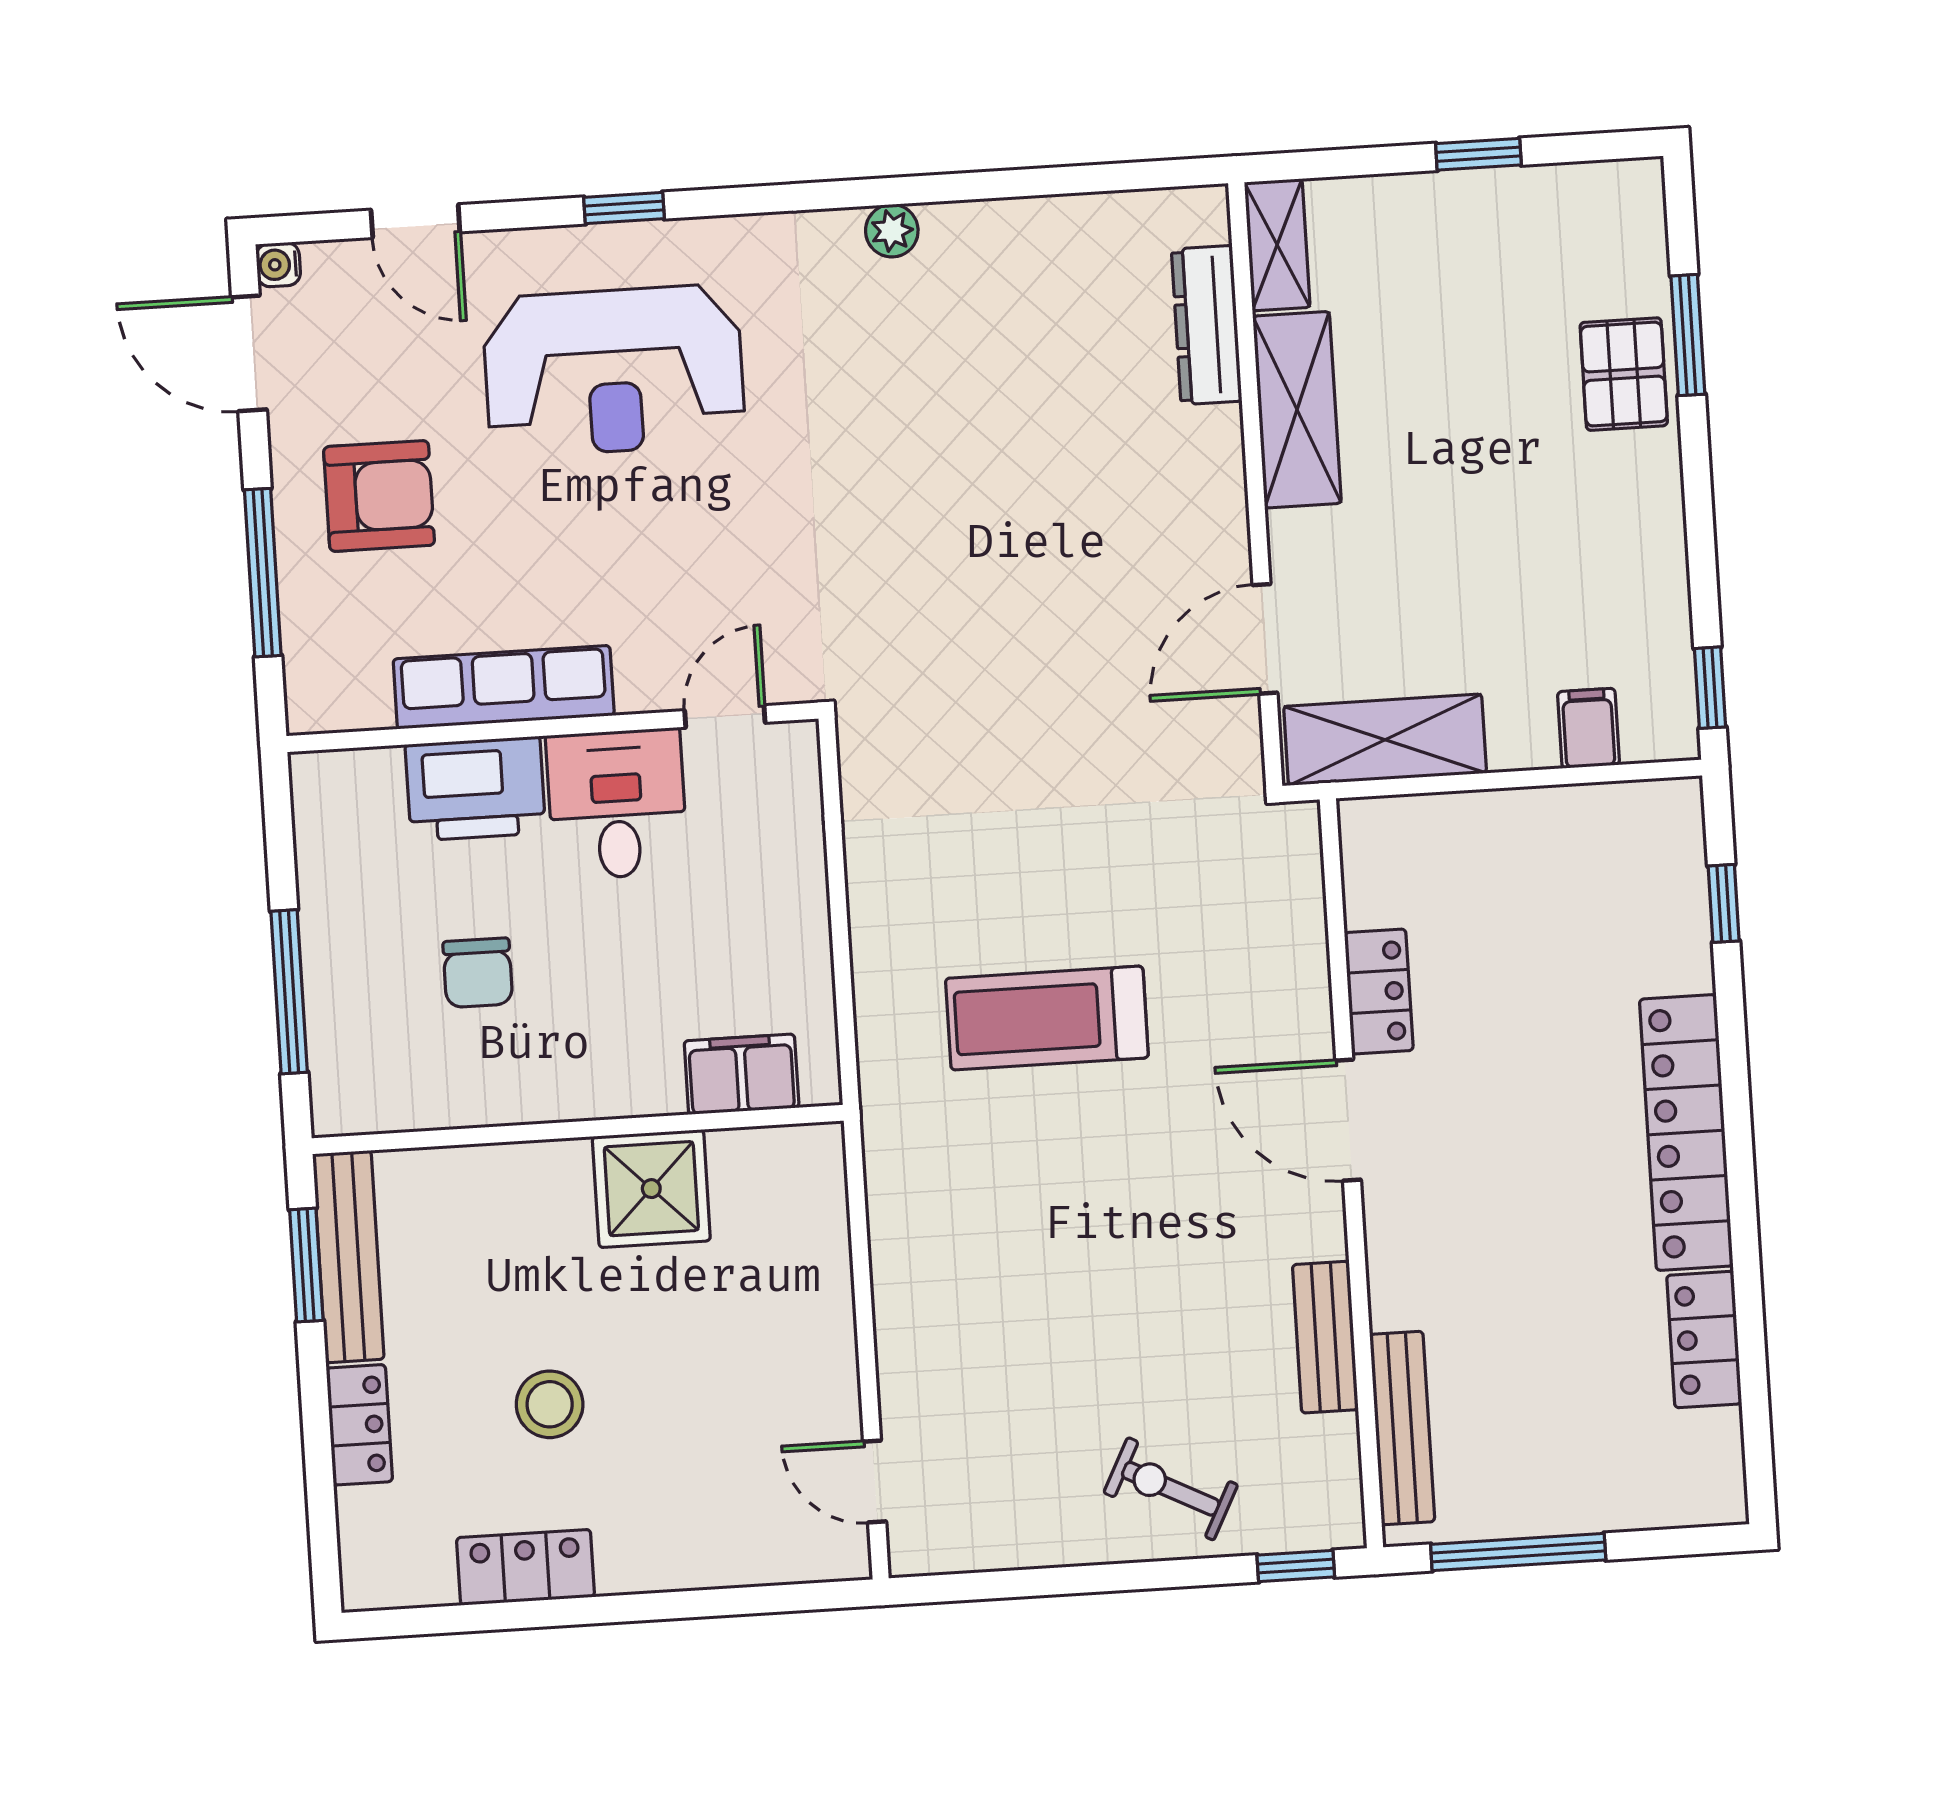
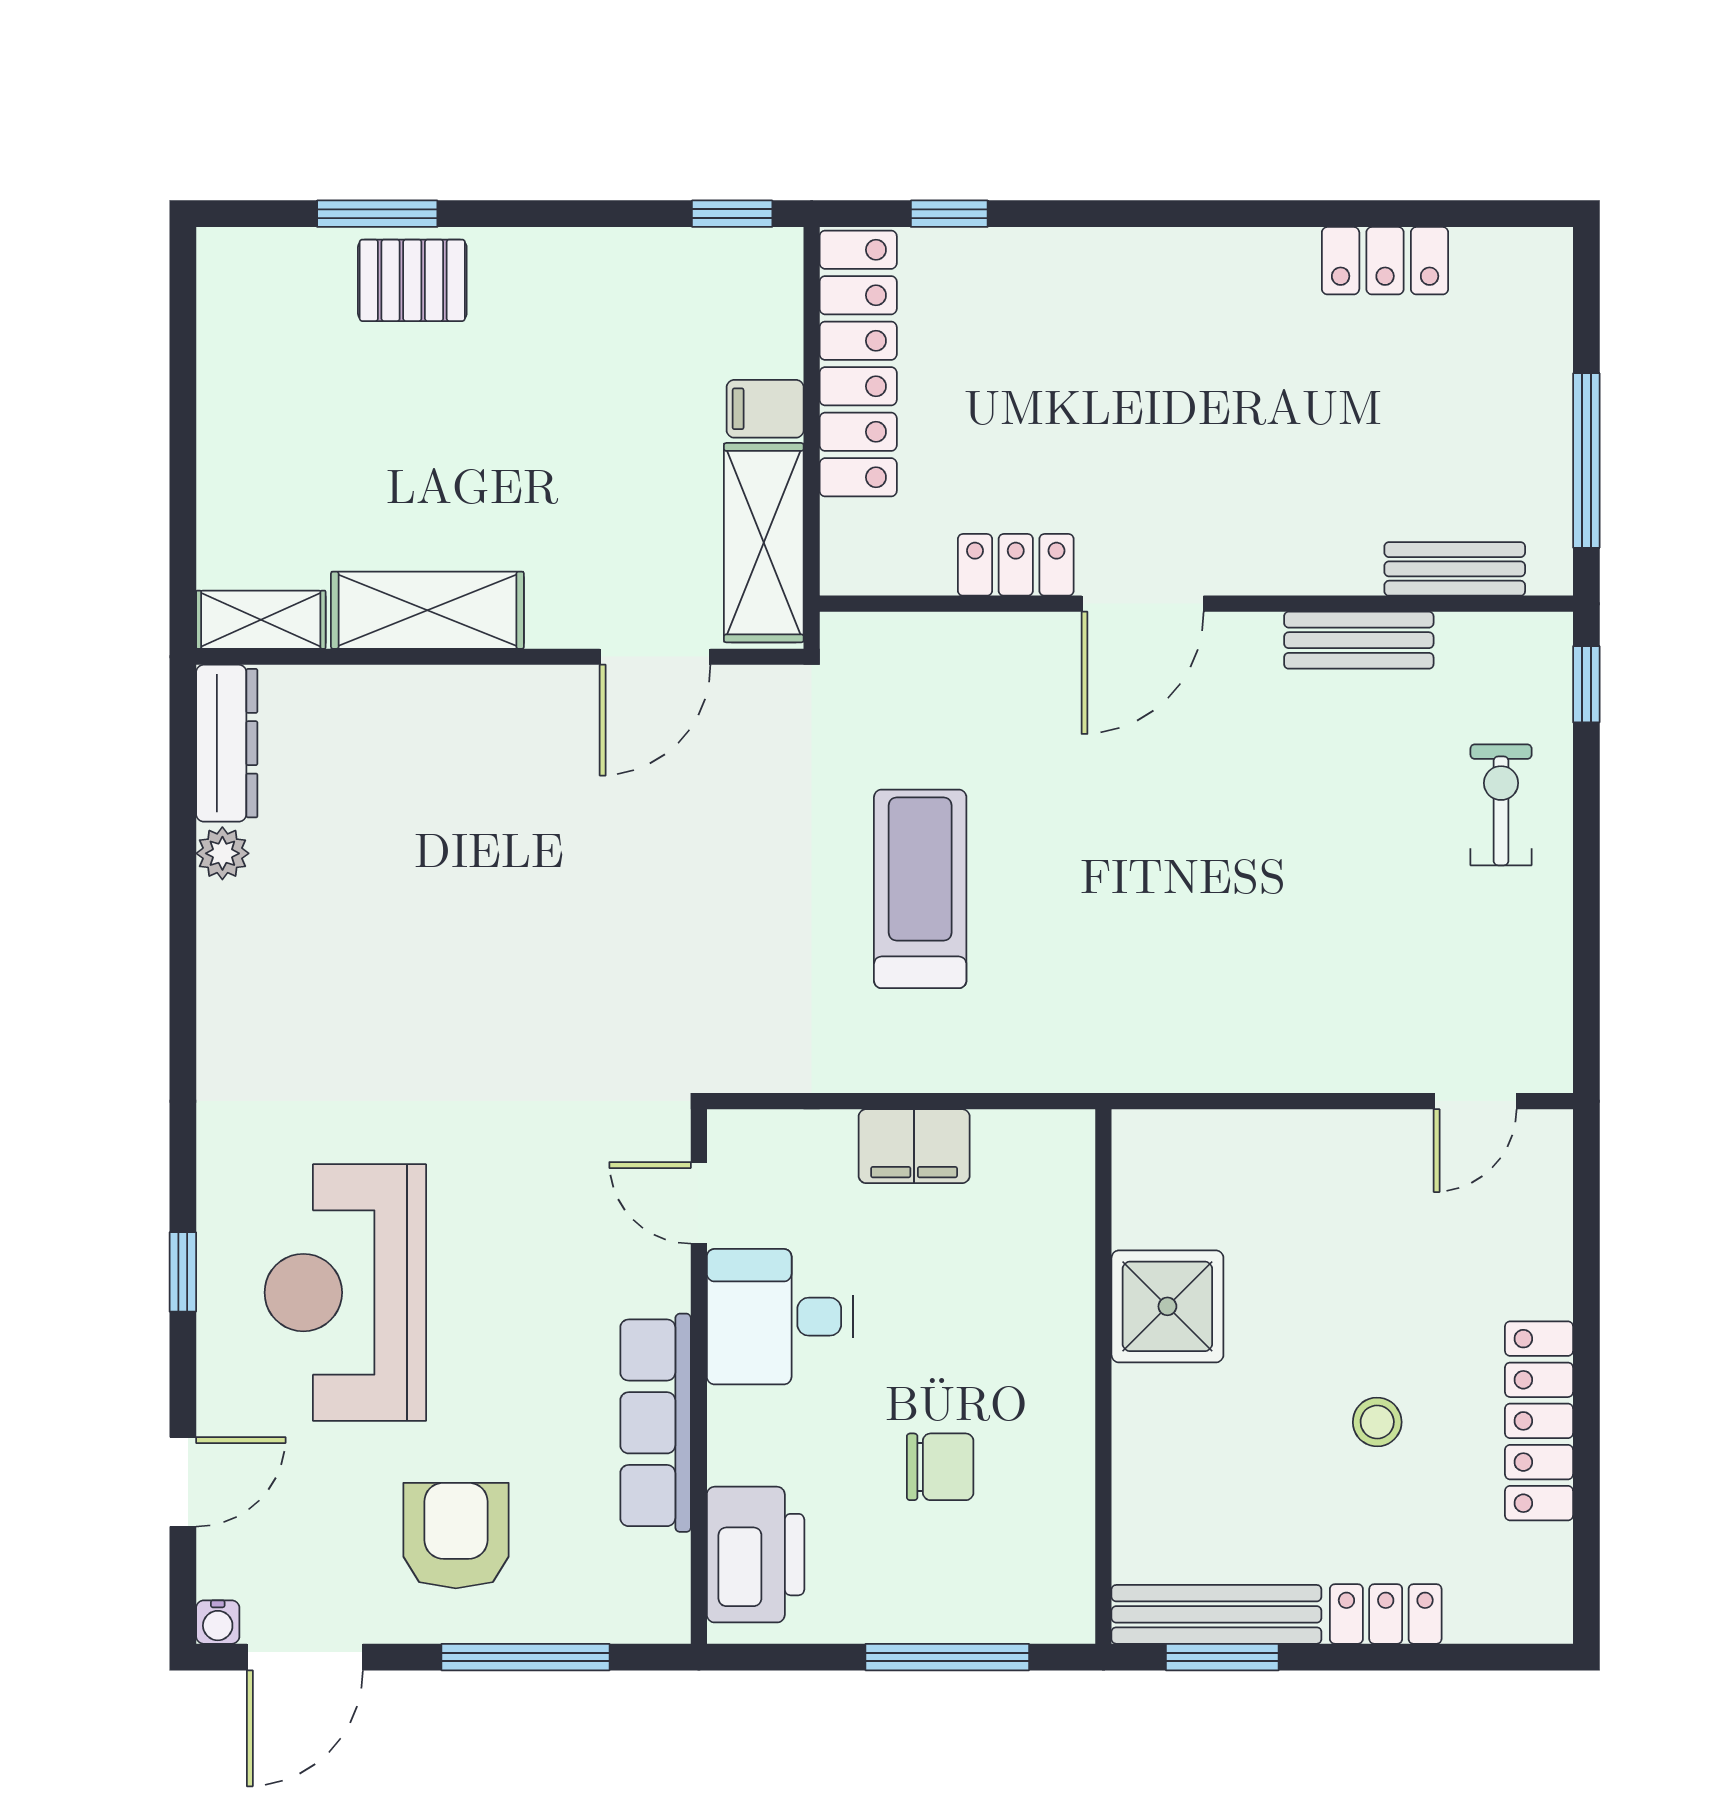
window: (1478, 154) -> (183, 412), removed
plant: (892, 231) -> (222, 853), moved
dresser: (1207, 325) -> (227, 743), moved, turned -90
reception desk: (614, 371) -> (345, 1293), turned 180
door: (1265, 639) -> (655, 657), hinge flipped
filing cabinet: (1588, 728) -> (765, 409), moved
printer: (475, 789) -> (756, 1555), moved
treadmill: (1047, 1018) -> (920, 889), moved, turned 180
filing cabinet: (742, 1074) -> (914, 1146), moved, turned -90
locker: (1686, 1133) -> (858, 363), moved, turned -90
stool: (550, 1404) -> (1377, 1422), width x0.73, depth x0.73
bench: (1402, 1428) -> (1455, 569), width x0.73
exercise bike: (1171, 1489) -> (1501, 805), turned 153
locker: (526, 1567) -> (1539, 1421), width x1.53

